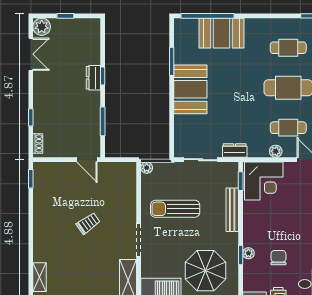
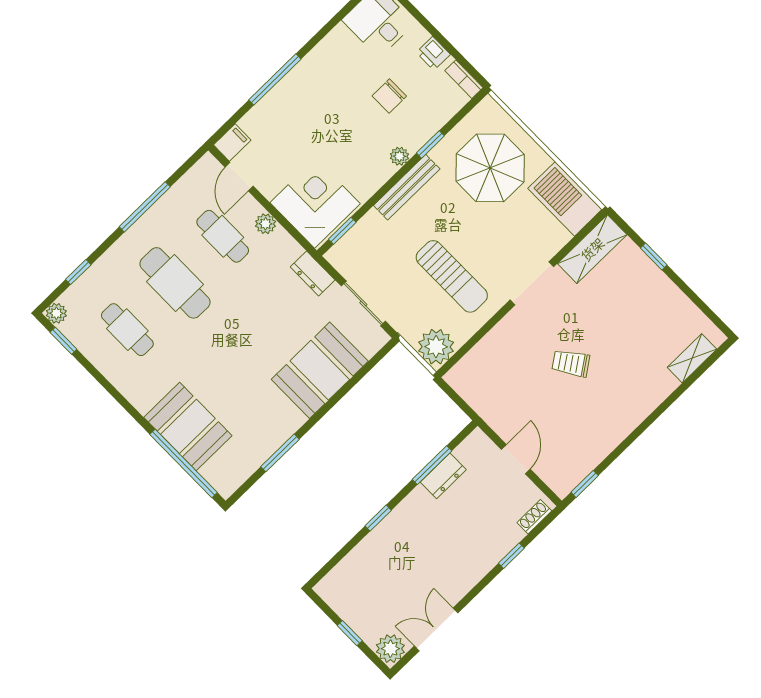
dresser: (93, 78) -> (443, 476), moved
booth: (190, 89) -> (320, 370), moved
door: (87, 160) -> (516, 459), moved
plant: (147, 168) -> (436, 347), width x1.88, depth x1.88
bench: (232, 210) -> (407, 187), moved
plant: (248, 253) -> (399, 156), moved

